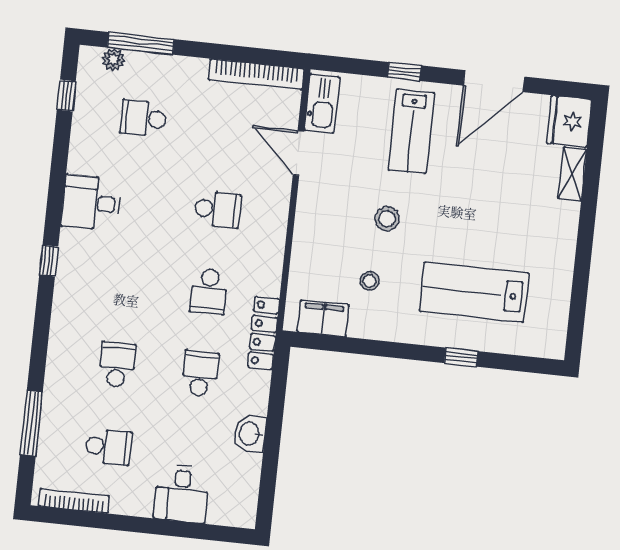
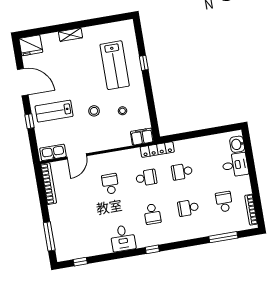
plant: (113, 59) -> (59, 246), removed
school desk: (143, 118) -> (152, 214), moved
lab bench: (411, 131) -> (54, 111), turned 180
shelving: (572, 174) -> (70, 35), moved
filing cabinet: (323, 318) -> (142, 137), moved, turned 90
washbasin: (250, 434) -> (237, 144), moved, turned 90

